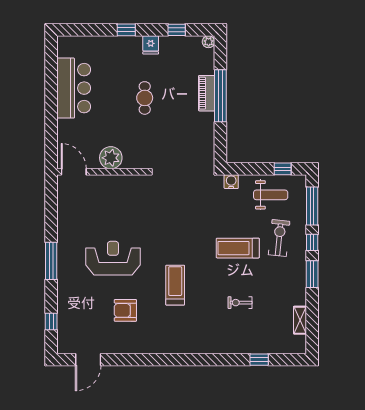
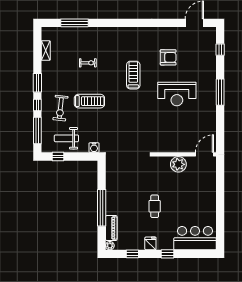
bar counter: (74, 88) -> (195, 238), moved, turned 90
piano: (207, 93) -> (111, 228), moved
door: (74, 172) -> (204, 154), swing flipped
treadmill: (175, 285) -> (133, 75), turned 180
window: (259, 360) -> (74, 23), width x2.17

